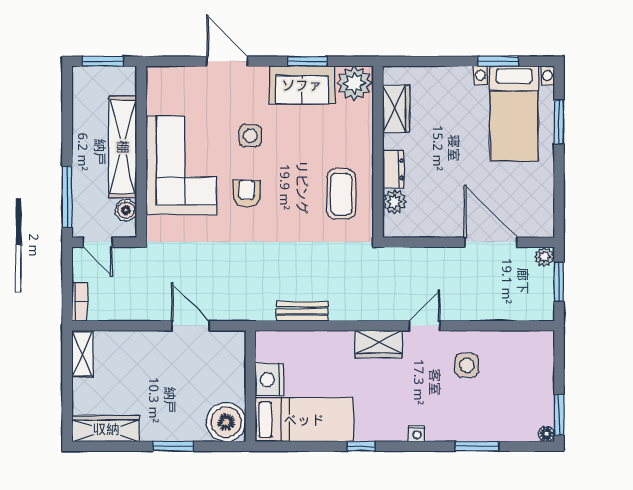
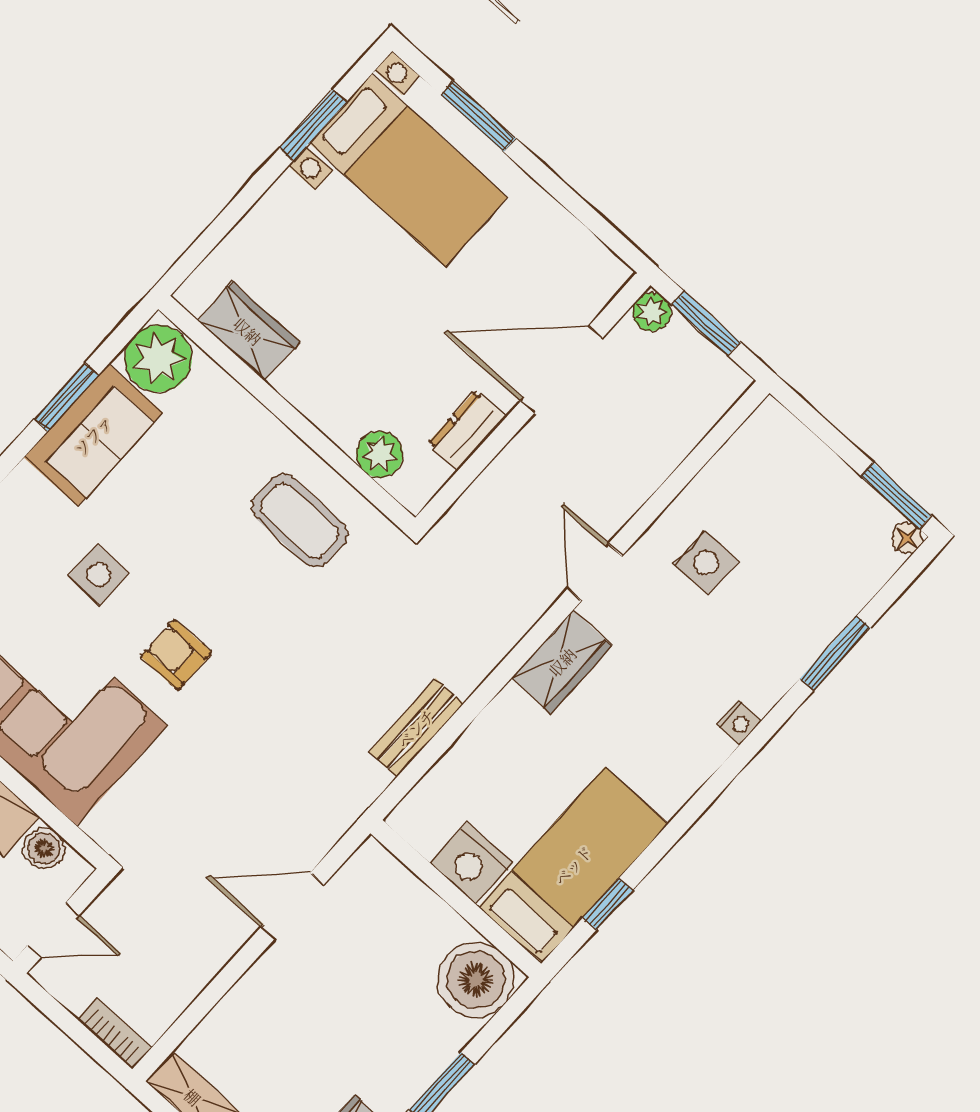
dresser: (393, 169) -> (467, 431), moved, turned -90
window: (361, 446) -> (608, 904), moved

